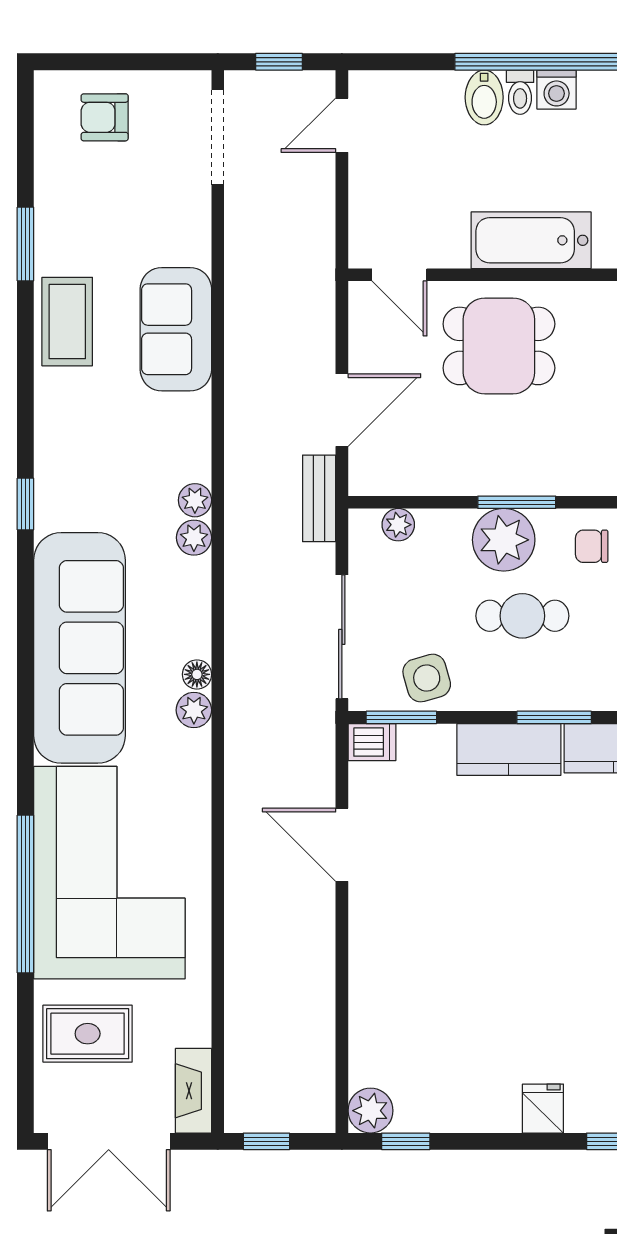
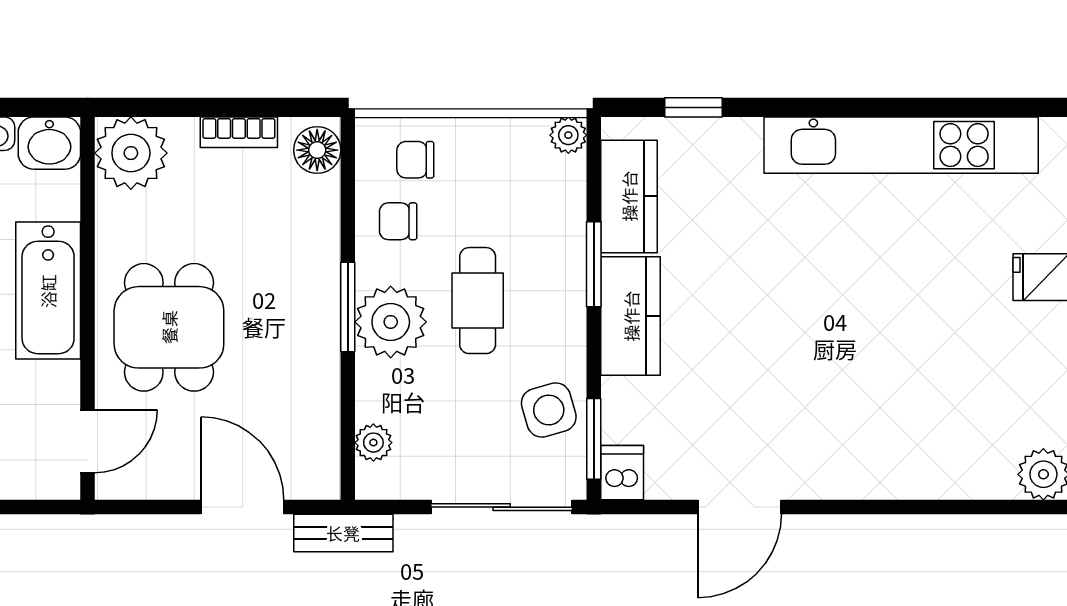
chair: (592, 546) -> (398, 221), turned 90

